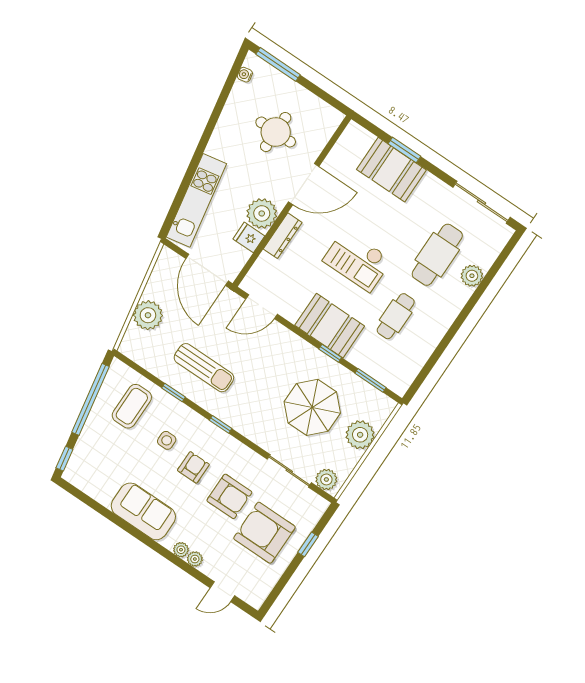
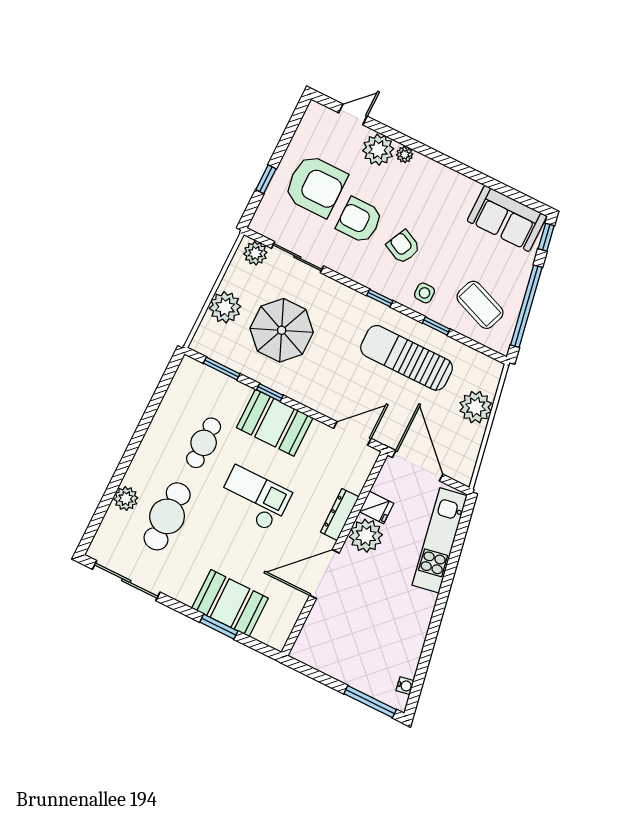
round table: (276, 132) -> (363, 627), removed
sun lounger: (204, 368) -> (407, 358), width x1.36, depth x1.34
coffee table: (132, 406) -> (480, 305), turned -69
side table: (167, 440) -> (424, 293), moved
armchair: (193, 467) -> (403, 247), turned 116
sofa: (143, 511) -> (507, 218), moved
plant: (195, 559) -> (378, 150), width x1.88, depth x1.88

